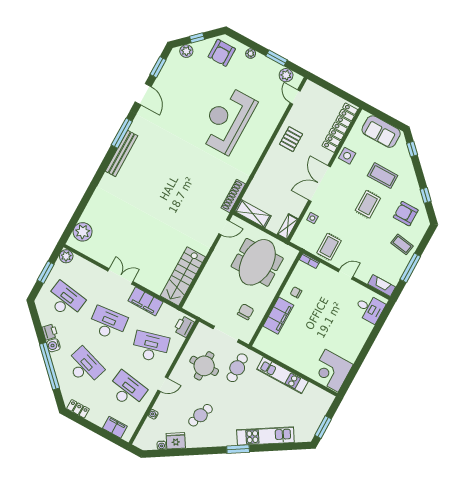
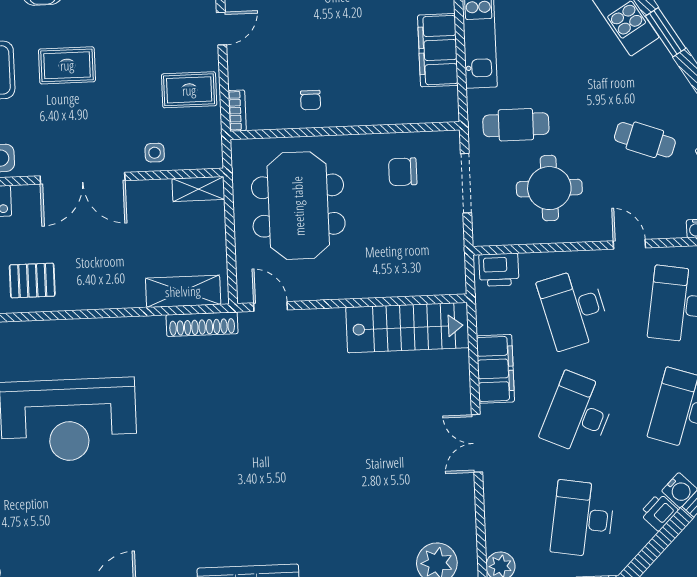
shelving: (253, 214) -> (183, 291), moved, turned 90
meeting table: (257, 262) -> (298, 206), turned 90
door: (346, 274) -> (222, 29), swing flipped
filing cabinet: (278, 316) -> (438, 50), moved, turned -90
desk: (108, 323) -> (578, 414), turned 30

